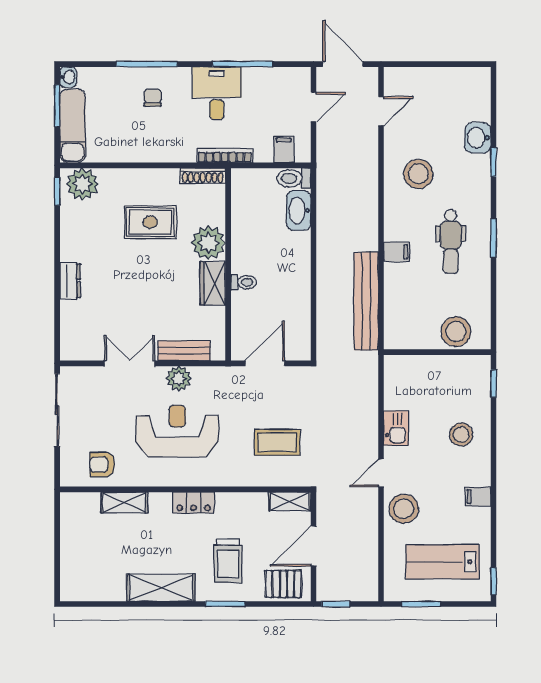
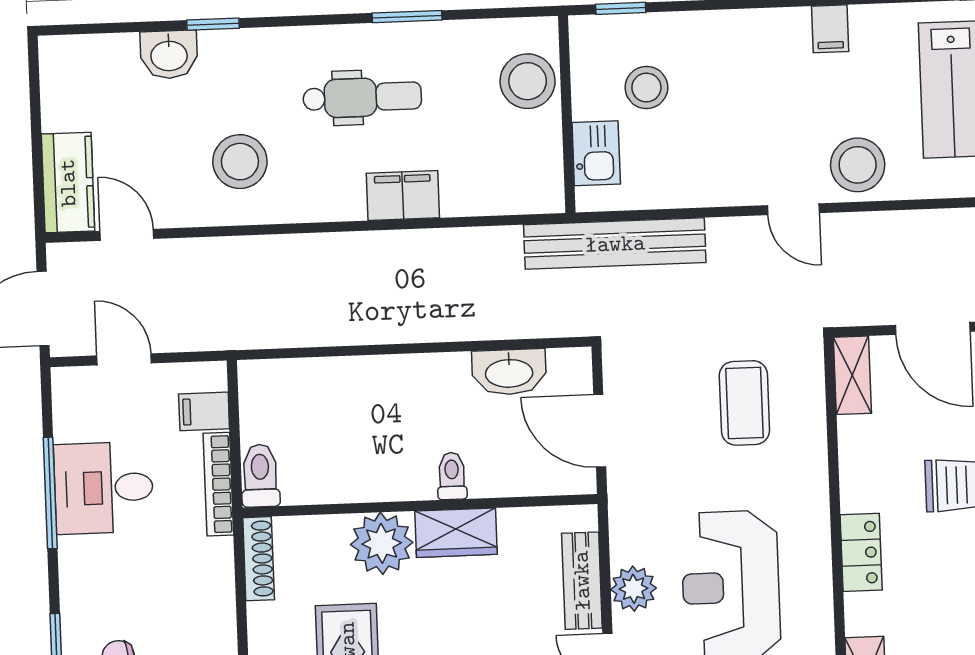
kitchen counter: (411, 80) -> (68, 183), added
desk: (217, 93) -> (104, 488), moved
bookcase: (225, 156) -> (218, 484), moved
toilet: (294, 178) -> (260, 476), moved, turned 180
washbasin: (299, 210) -> (509, 372), moved
window: (493, 238) -> (407, 17), moved
filing cabinet: (397, 252) -> (403, 195), width x2.00
bench: (366, 301) -> (615, 244), moved
kitchen sink: (396, 428) -> (596, 153), moved, turned 90
stool: (461, 435) -> (646, 88), moved

